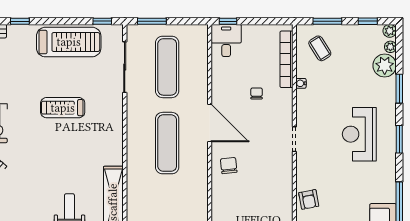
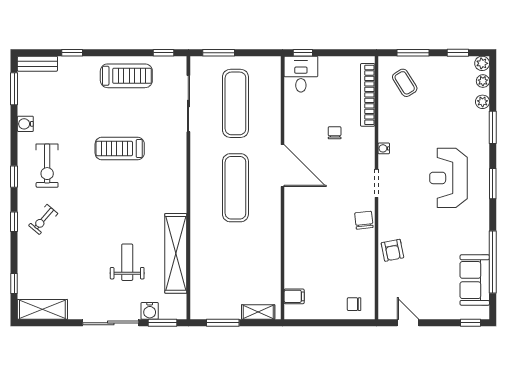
treadmill: (69, 42) -> (126, 76), width x0.73, depth x0.73
plant: (385, 65) -> (483, 102), width x0.53, depth x0.53
water cooler: (301, 83) -> (384, 148), moved
chair: (229, 166) -> (364, 220), moved

